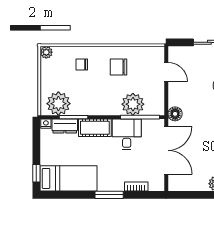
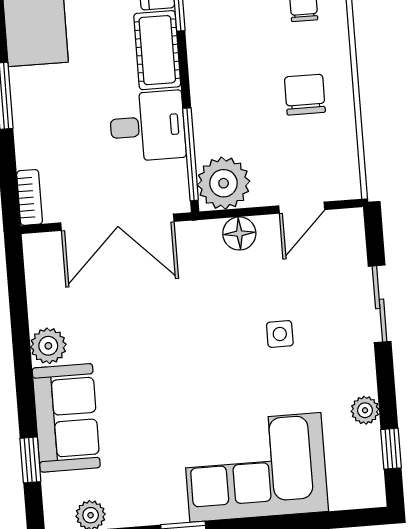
plant: (133, 104) -> (224, 183), moved
floor lamp: (175, 114) -> (239, 233), moved
bookcase: (136, 187) -> (30, 197), moved

